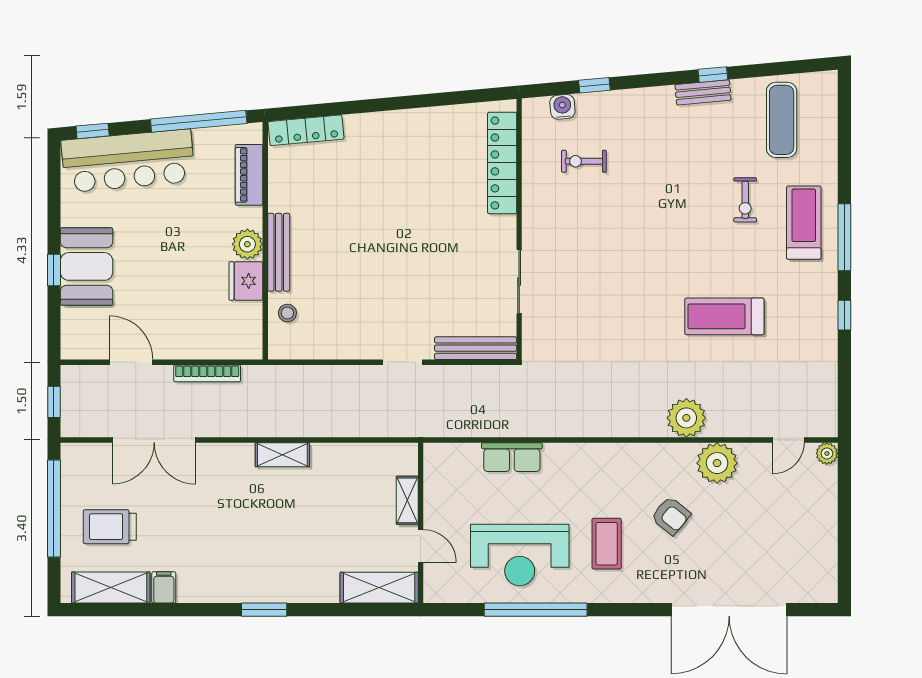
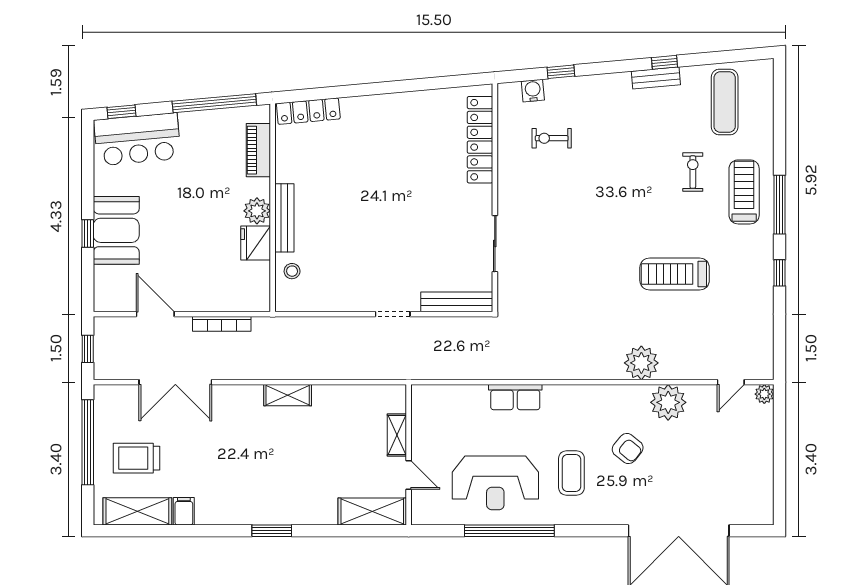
bar counter: (128, 161) -> (137, 139), width x0.73
exercise bike: (745, 200) -> (693, 172), turned 180
row of seats: (512, 457) -> (515, 397), moved

